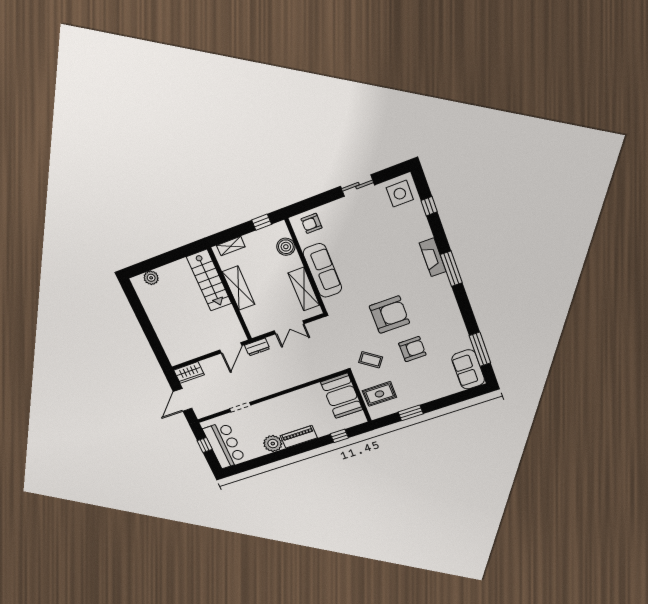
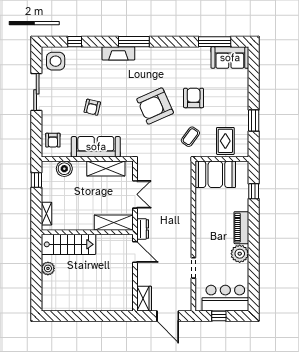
sliding door: (357, 186) -> (36, 92), width x1.37
armchair: (364, 251) -> (92, 107), added
plant: (151, 278) -> (48, 268), moved
shelving: (239, 288) -> (114, 223), moved
armchair: (389, 315) -> (155, 106), turned -114

